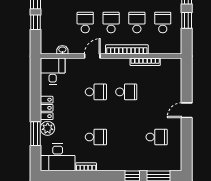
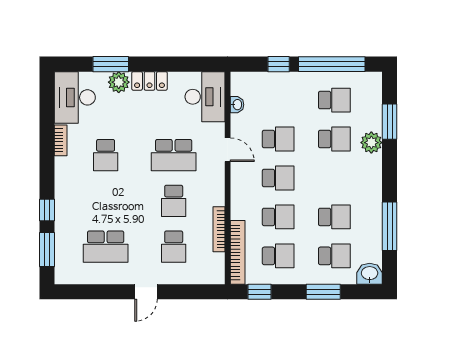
window: (187, 20) -> (259, 292), moved
bookcase: (127, 49) -> (238, 252), moved
desk: (53, 71) -> (205, 97), width x1.37
school desk: (96, 92) -> (174, 155), width x1.85
school desk: (157, 92) -> (174, 247), added
door: (187, 110) -> (146, 292), swing flipped
school desk: (157, 137) -> (106, 247), width x1.85

